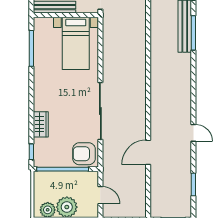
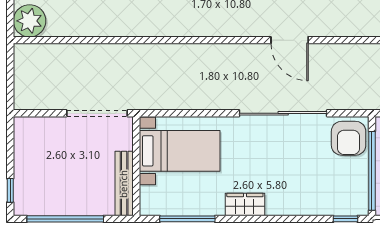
wardrobe: (41, 124) -> (245, 205), moved
door: (148, 152) -> (290, 40), moved

